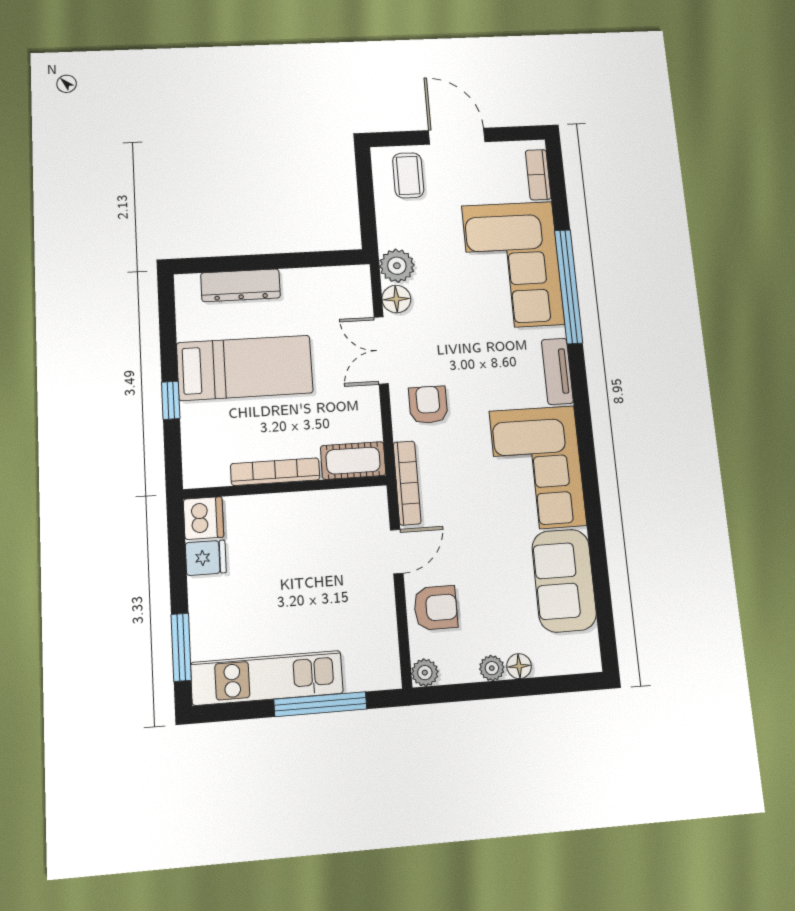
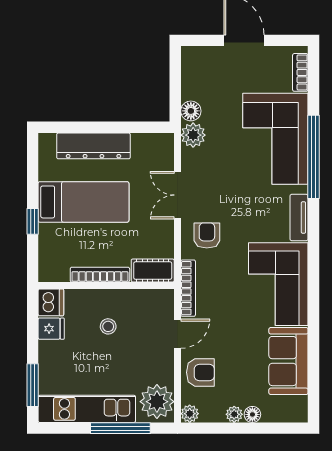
coffee table: (408, 175) -> (206, 68), removed
dresser: (241, 285) -> (93, 146), width x1.37, depth x1.24
floor lamp: (396, 299) -> (191, 111), moved
stool: (292, 548) -> (108, 326), added
plant: (374, 658) -> (157, 402), added

